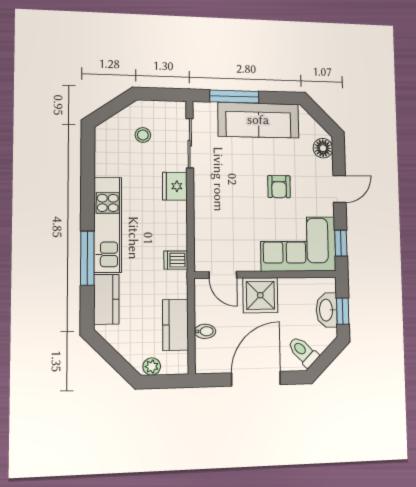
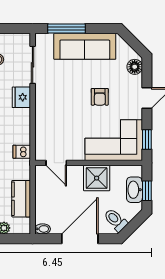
shower: (260, 295) -> (97, 178), moved
bidet: (205, 331) -> (43, 229), moved

